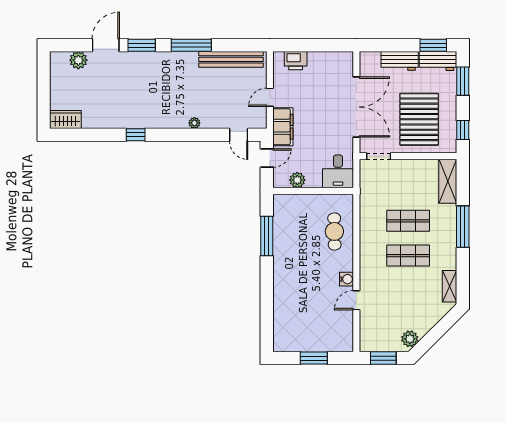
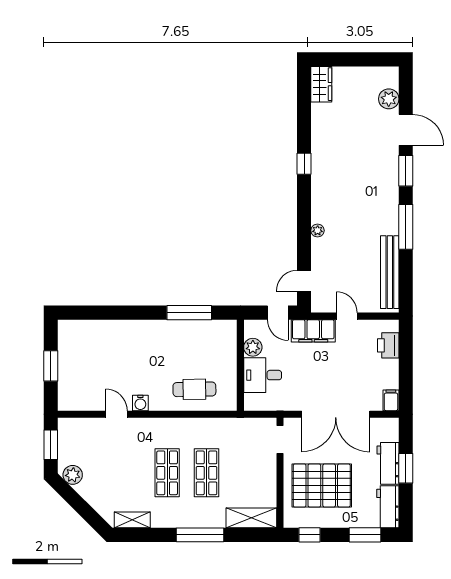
window: (433, 45) -> (406, 468), moved
filing cabinet: (344, 58) -> (391, 400), added
desk: (338, 171) -> (263, 375), moved

